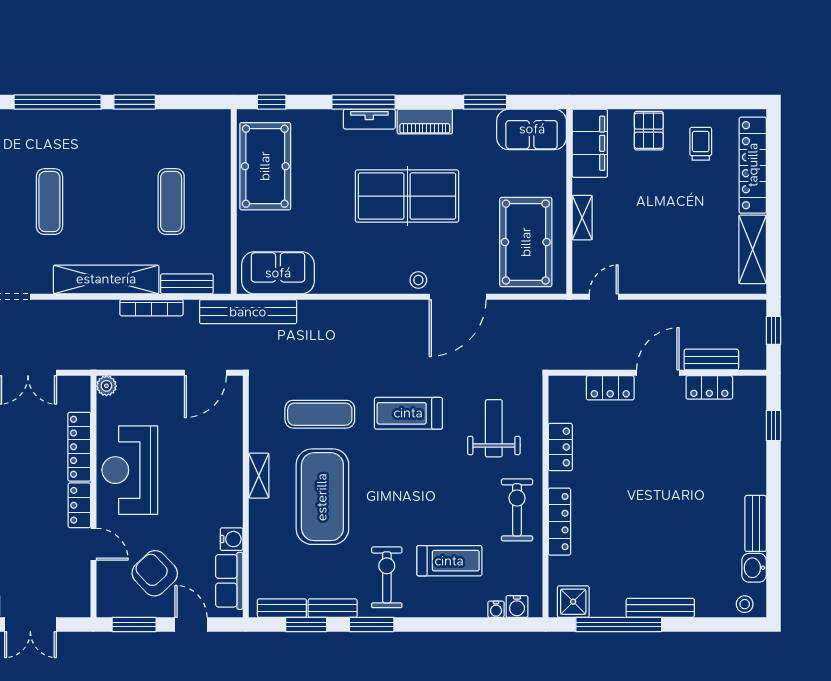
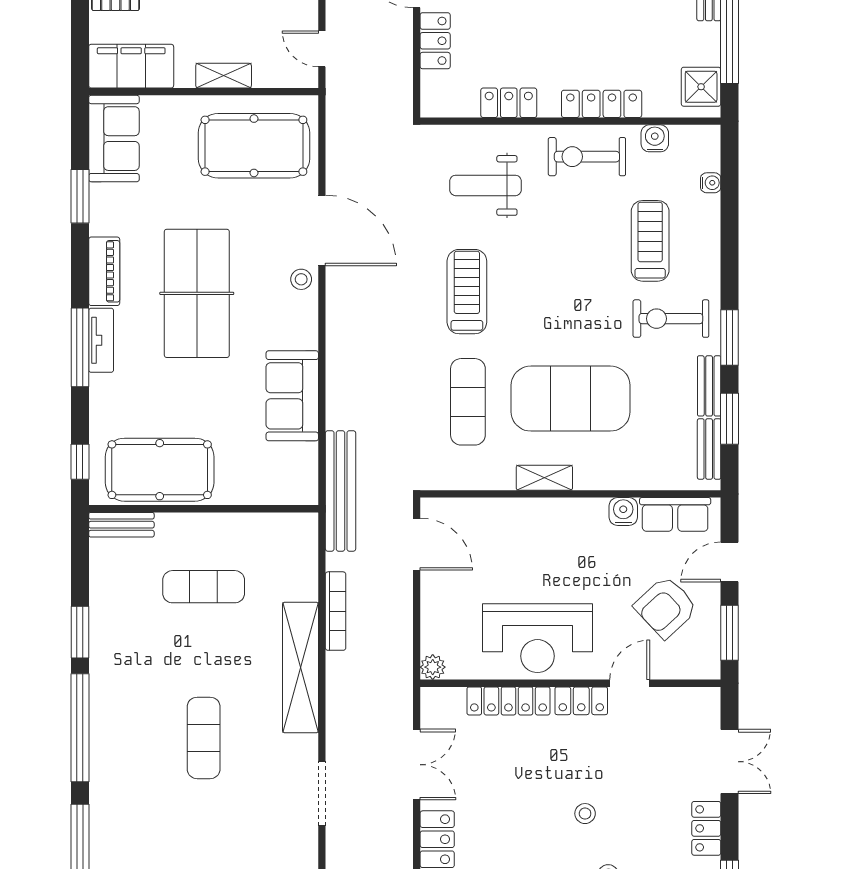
exercise mat: (49, 202) -> (204, 738), turned 90
sofa: (278, 273) -> (292, 396), moved
bench: (187, 284) -> (121, 525), moved, turned 90
treadmill: (408, 413) -> (467, 292), turned 180
water cooler: (517, 606) -> (655, 138), moved, turned -90

